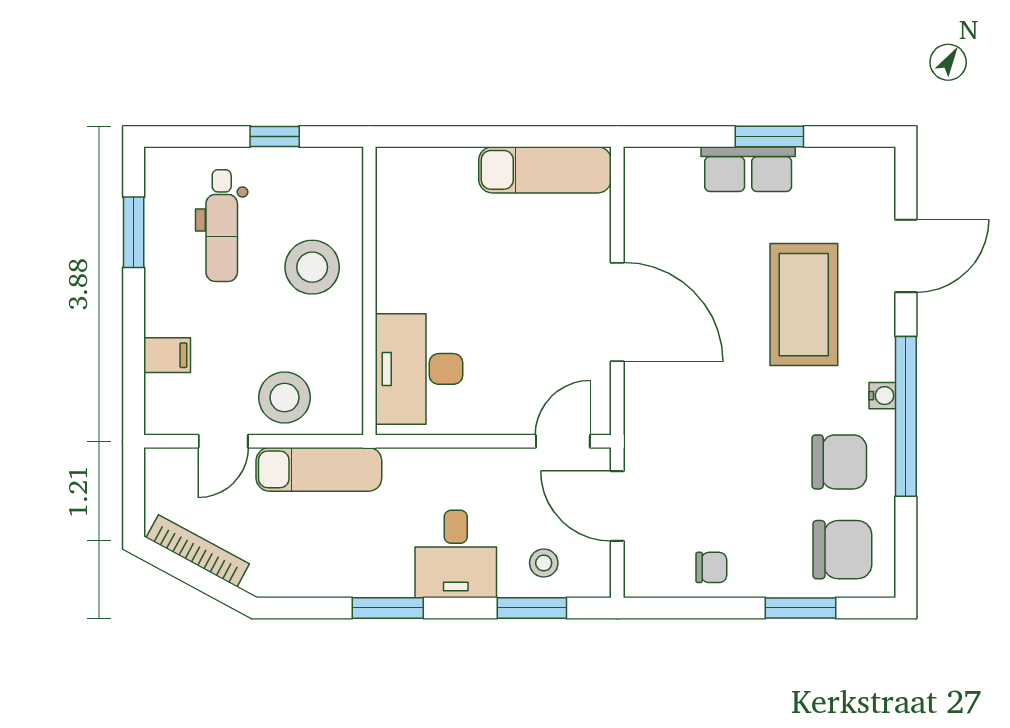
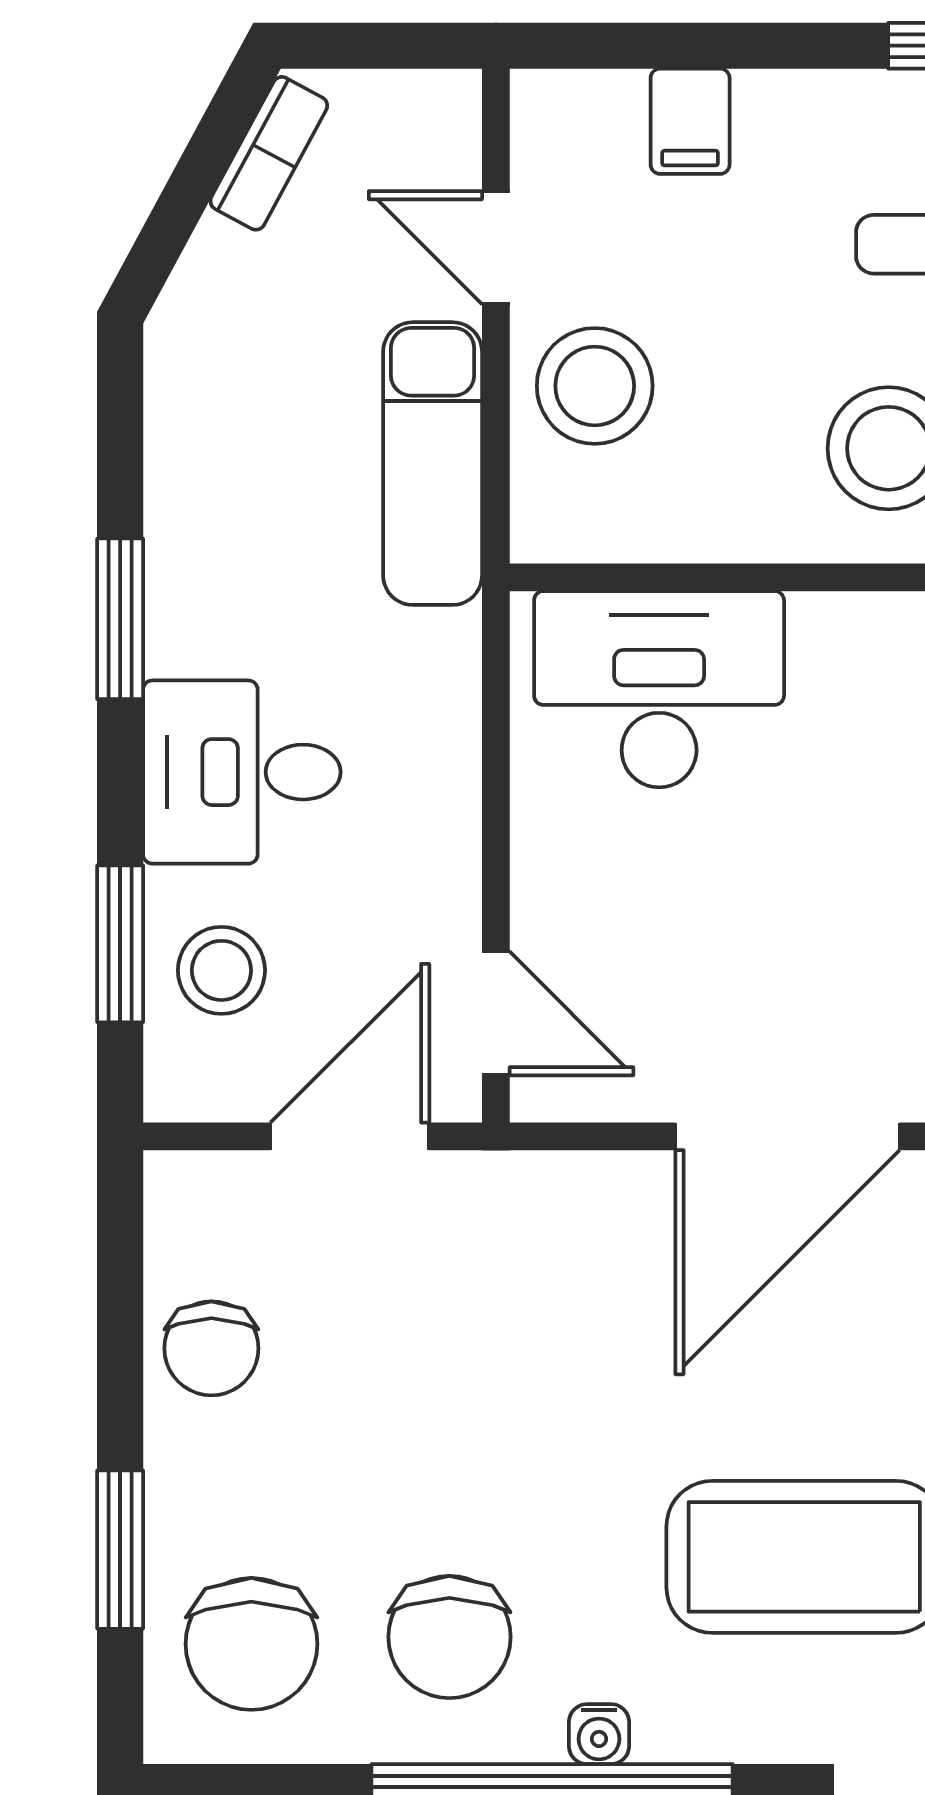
bookcase: (198, 551) -> (269, 153), width x0.64
stool: (544, 563) -> (221, 970), width x1.37, depth x1.37
chair: (711, 567) -> (211, 1348), width x1.37, depth x1.37

